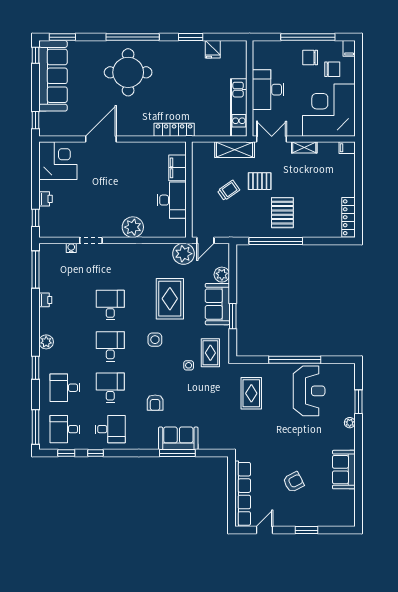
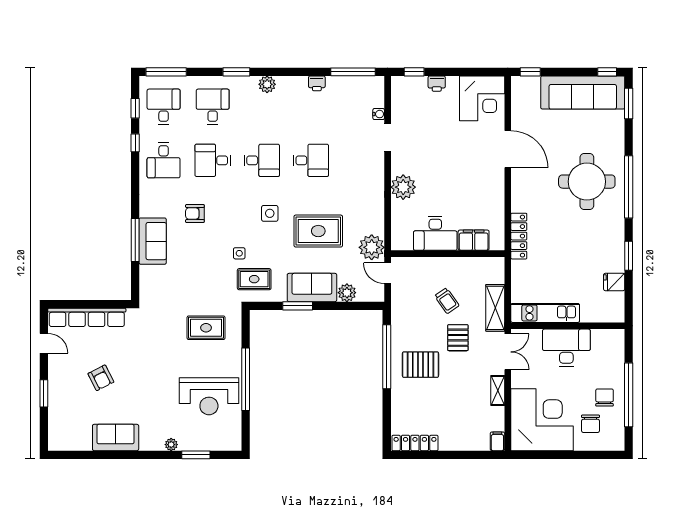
filing cabinet: (349, 48) -> (615, 444), removed
desk: (110, 388) -> (213, 160), turned 180

